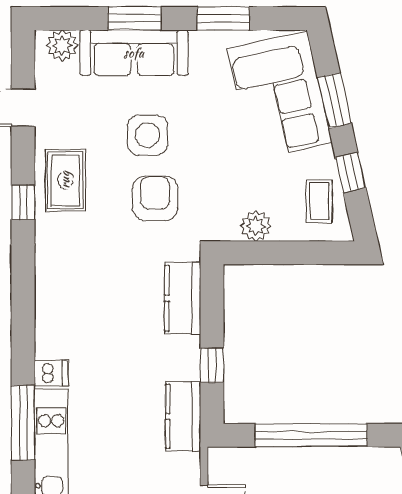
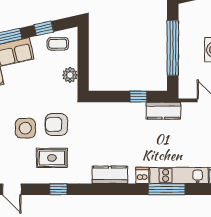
rug: (65, 180) -> (52, 158), moved
kitchen counter: (183, 298) -> (110, 175), moved, turned 180

